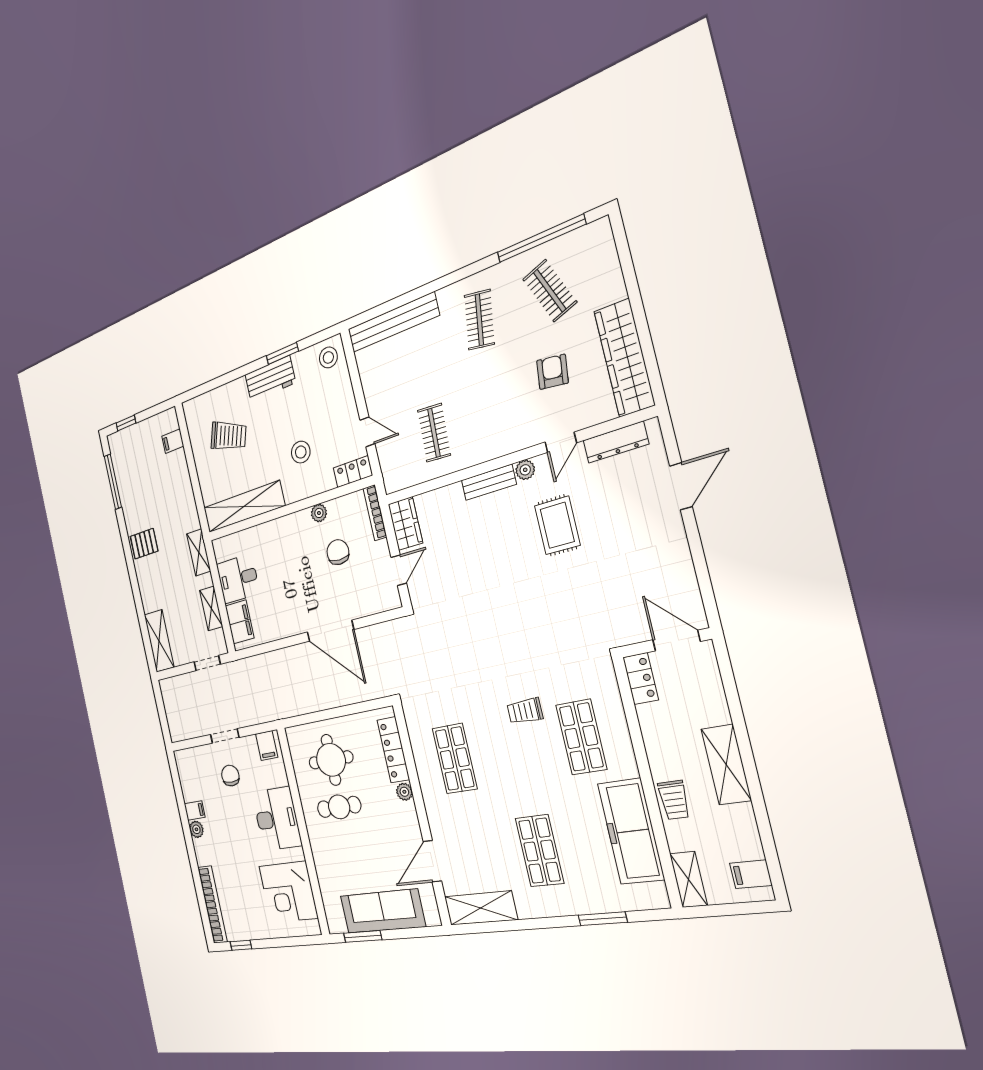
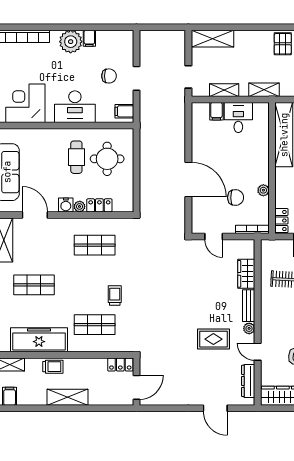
wardrobe: (405, 524) -> (246, 274), moved, turned 90
filing cabinet: (240, 622) -> (216, 111), width x0.50
door: (330, 631) -> (188, 179), swing flipped
locker: (393, 750) -> (99, 205), width x0.66
trolley: (674, 800) -> (53, 367), turned 180
water cooler: (407, 814) -> (66, 205), added
plant: (196, 829) -> (71, 42), width x1.88, depth x1.88

